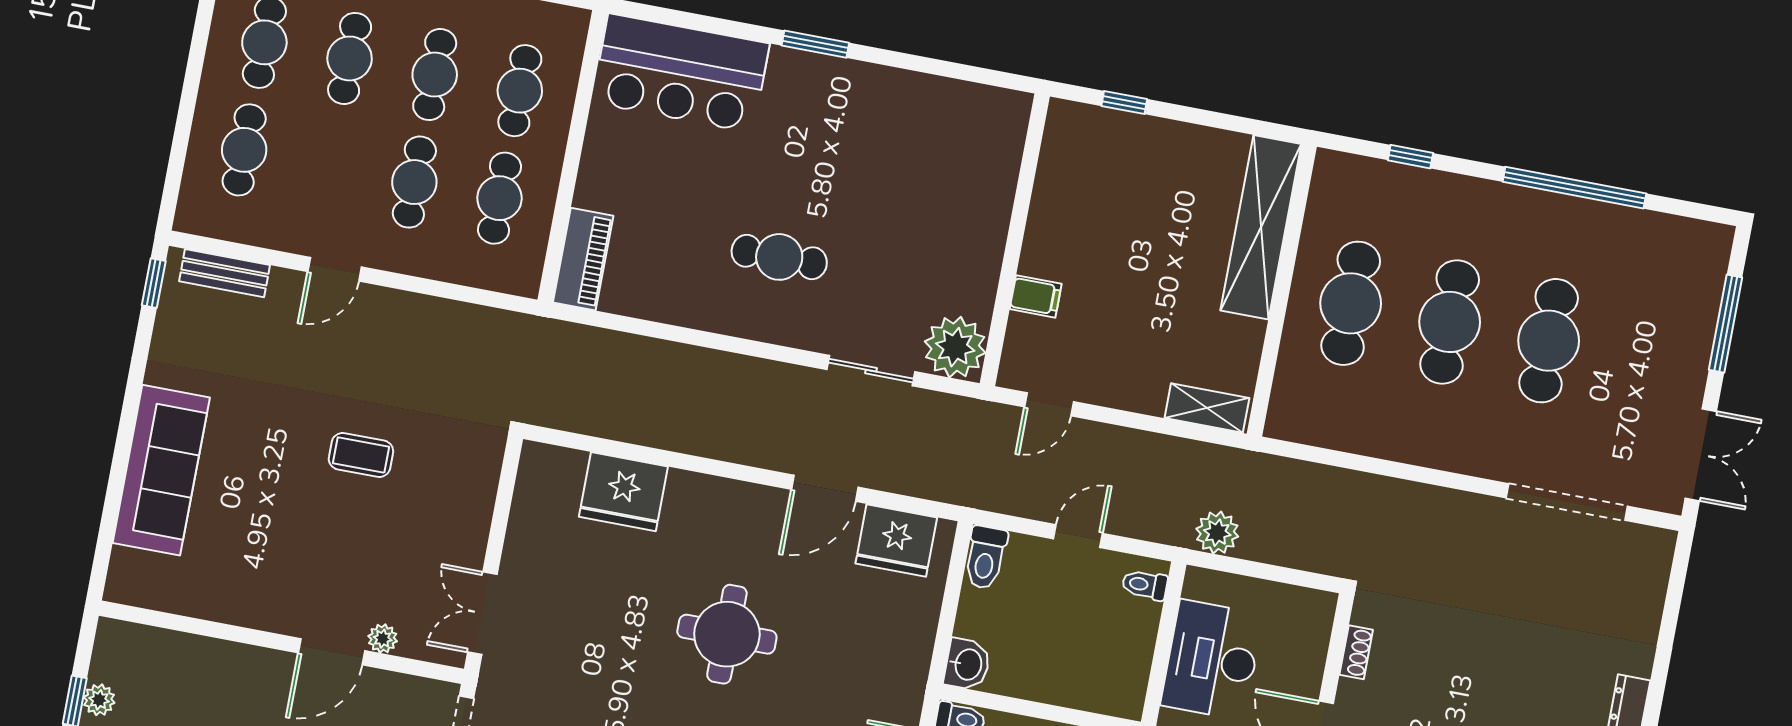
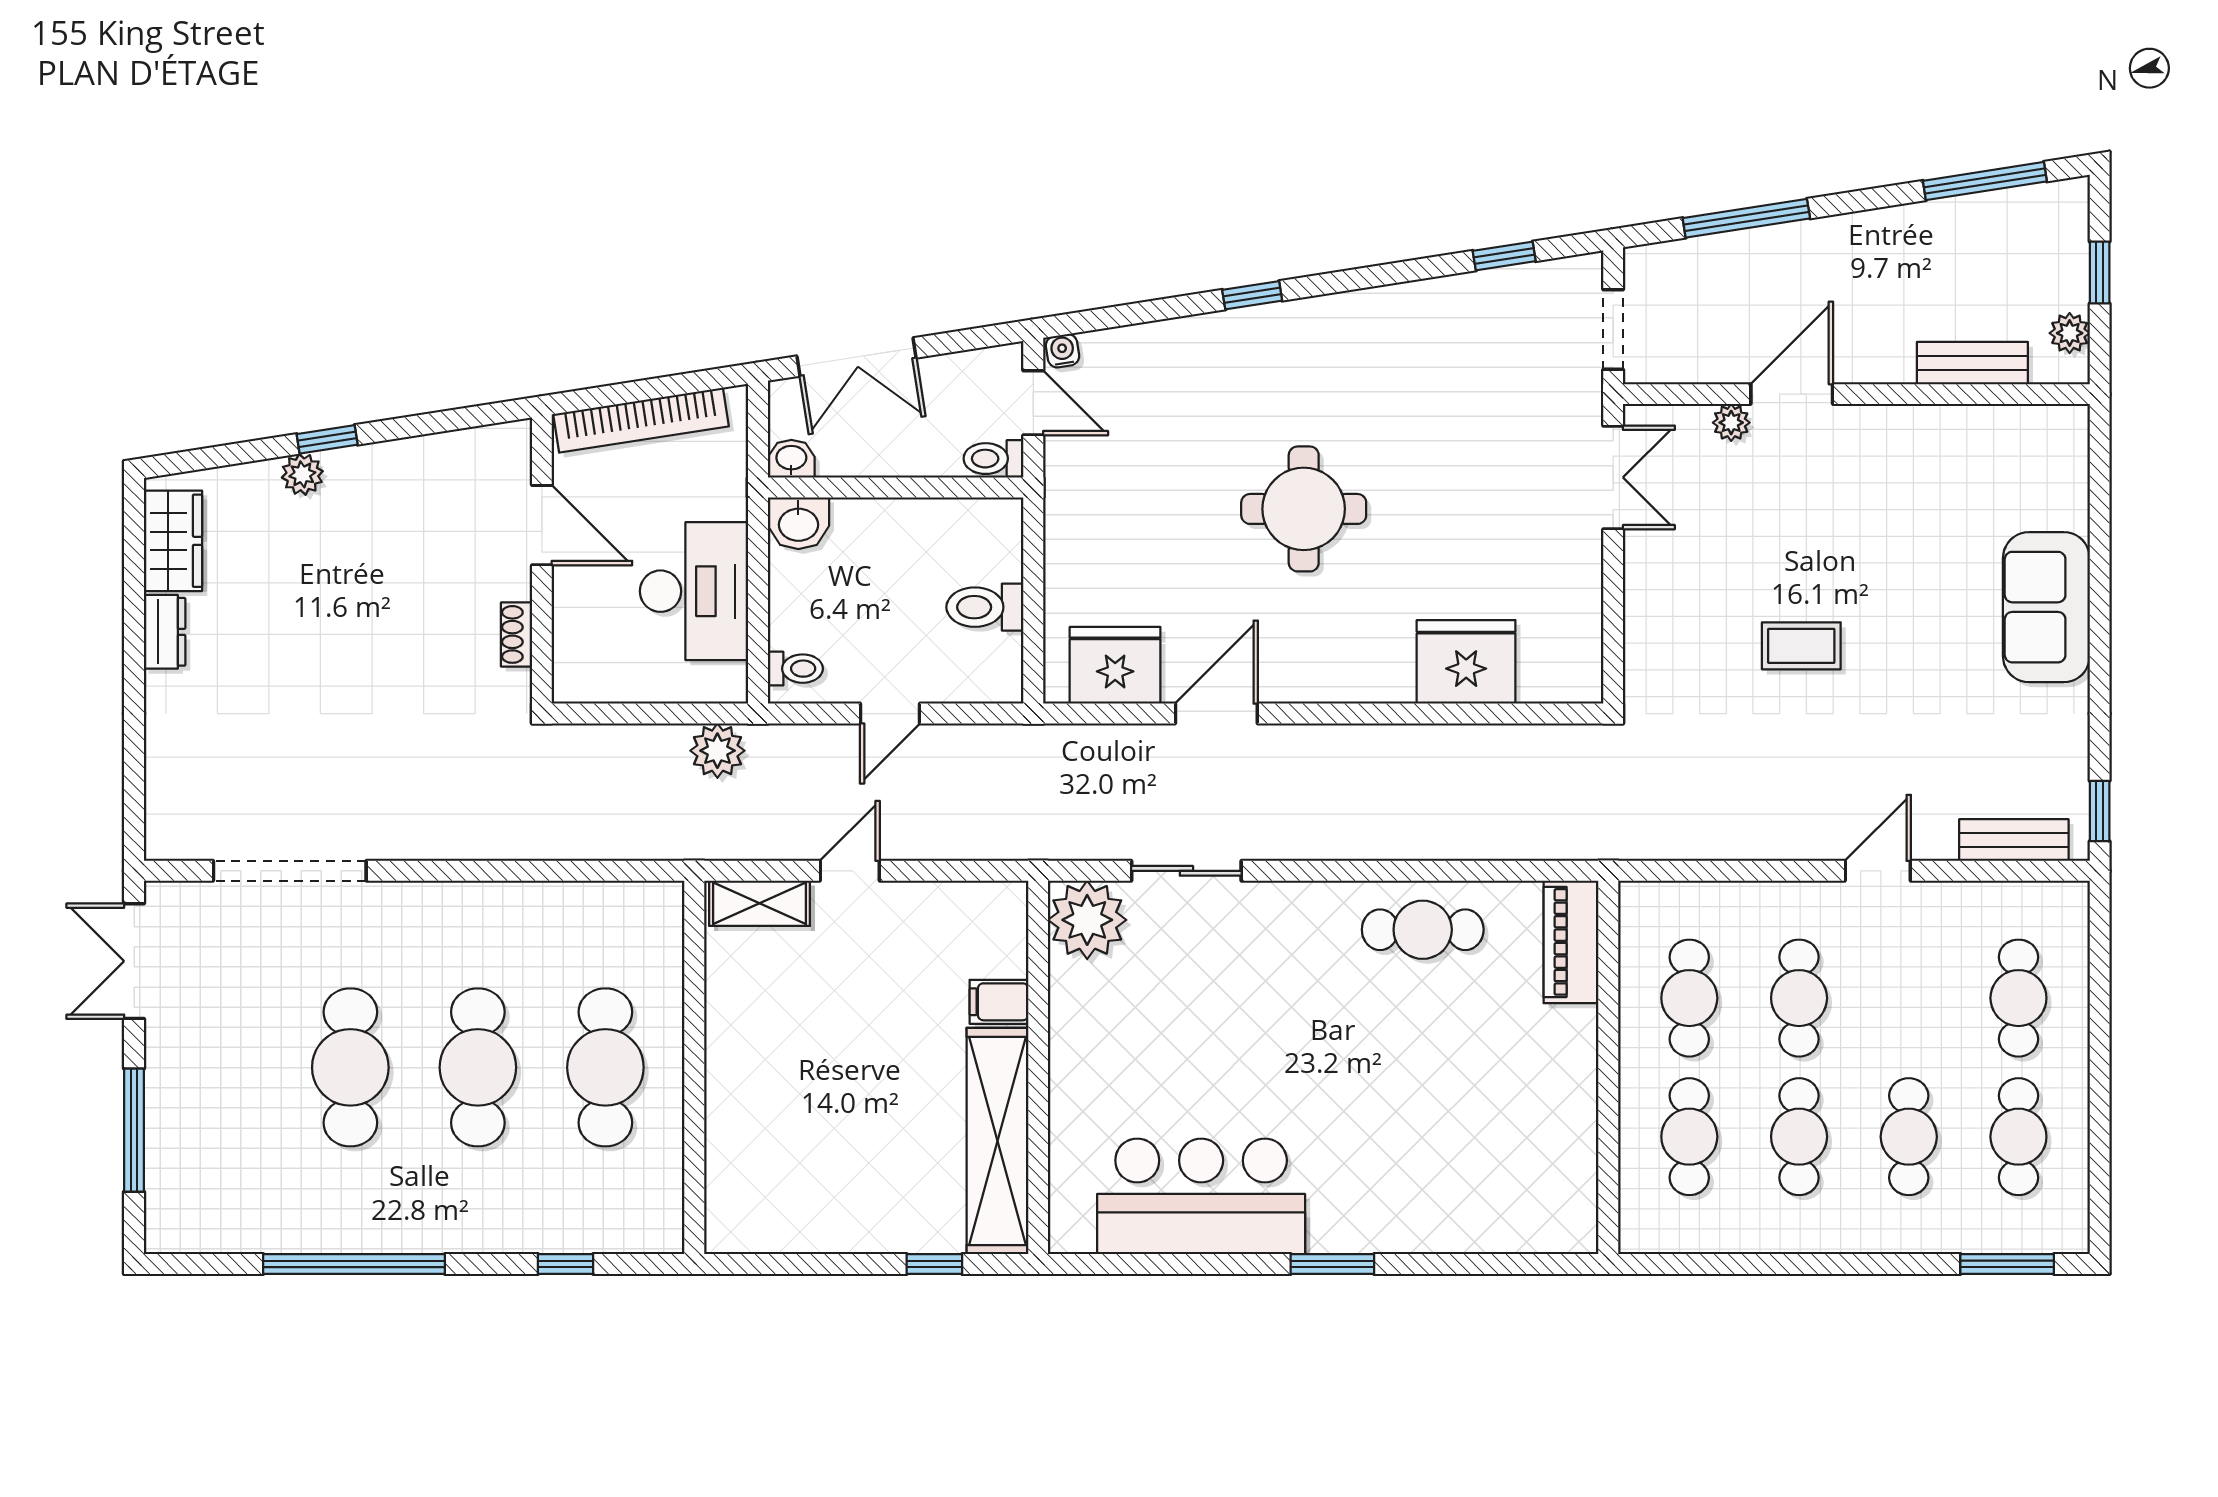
bar counter: (681, 73) -> (1201, 1196), moved
shelving: (1261, 227) -> (997, 1141), moved
cafe table: (779, 257) -> (1423, 930), moved
door: (1049, 404) -> (850, 871), moved
sofa: (161, 470) -> (2046, 607), width x0.73
toilet: (985, 557) -> (985, 607), moved, turned -90
bench: (187, 649) -> (1972, 363), added
washbasin: (967, 664) -> (798, 523), moved, turned -90
plant: (99, 700) -> (2070, 333), moved

